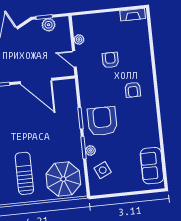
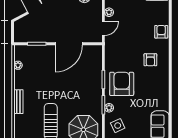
door: (74, 59) -> (103, 28), swing flipped
armchair: (110, 60) -> (161, 32), moved
door: (36, 81) -> (69, 44), hinge flipped

